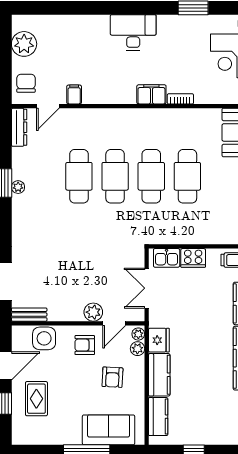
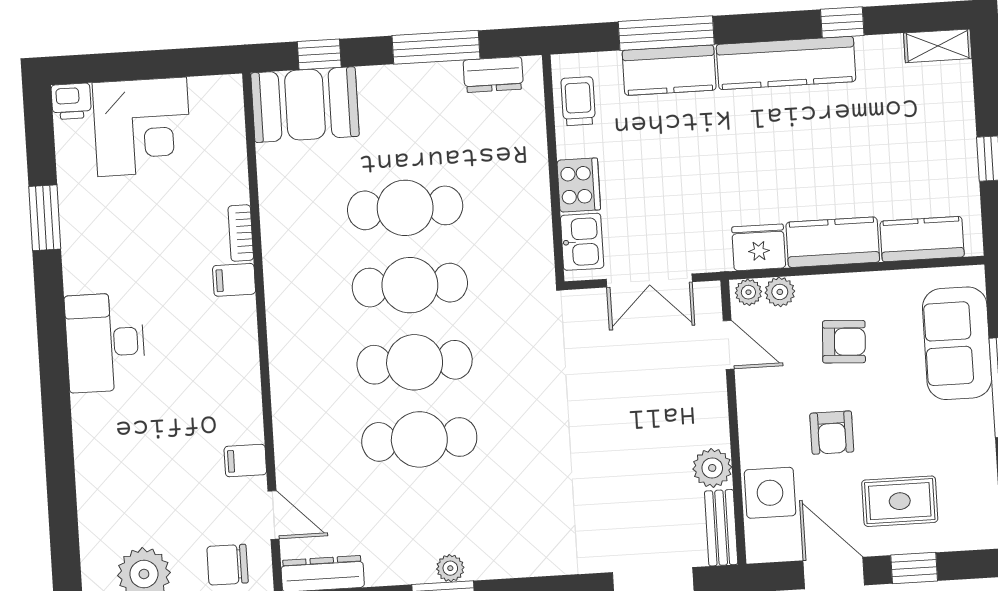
filing cabinet: (151, 94) -> (234, 280), width x0.50
plant: (93, 312) -> (712, 468), moved
armchair: (85, 345) -> (832, 433), moved

